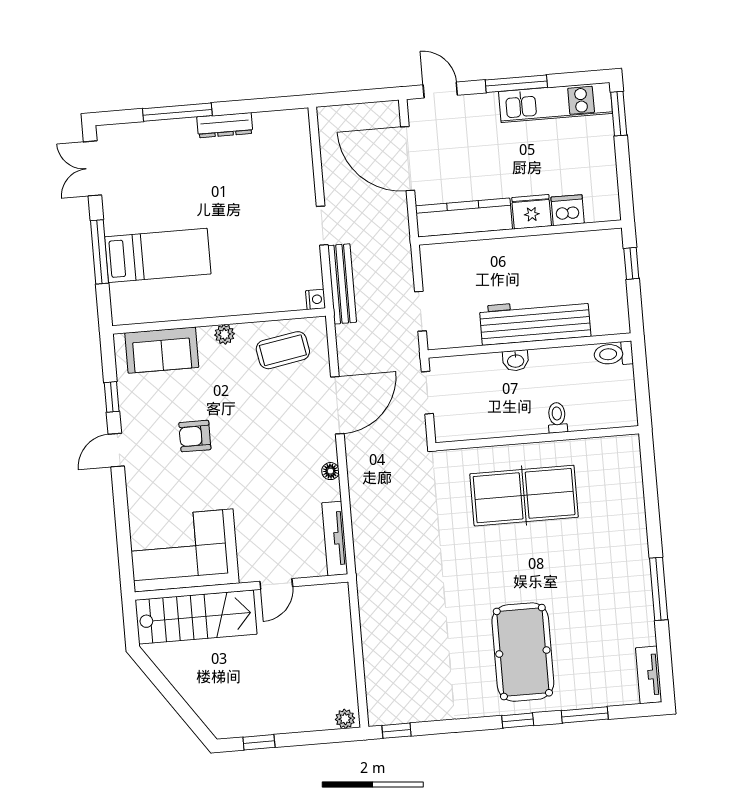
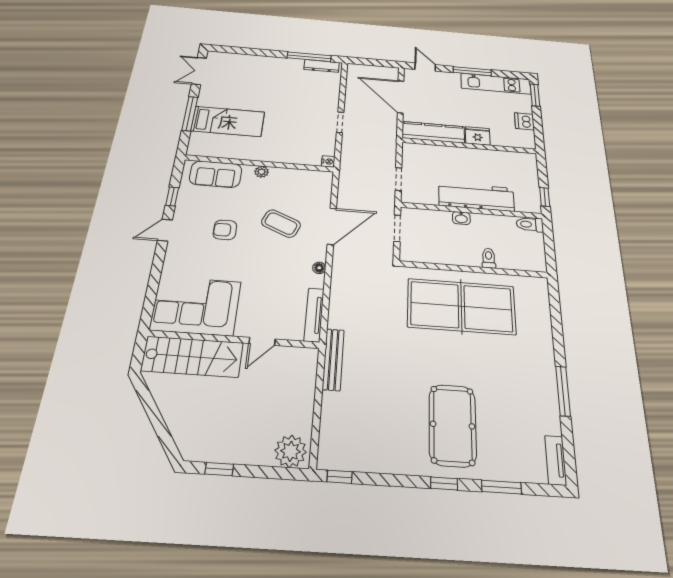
window: (177, 112) -> (309, 57), moved
dresser: (225, 125) -> (322, 66), moved
dishwasher: (568, 210) -> (524, 121), moved, turned -90
window: (631, 263) -> (545, 197), moved
bench: (342, 284) -> (333, 359), moved
coffee table: (283, 350) -> (281, 224), moved, turned 33
table tennis table: (524, 496) -> (461, 306), width x1.36, depth x1.32
plant: (345, 719) -> (291, 451), width x1.88, depth x1.88

